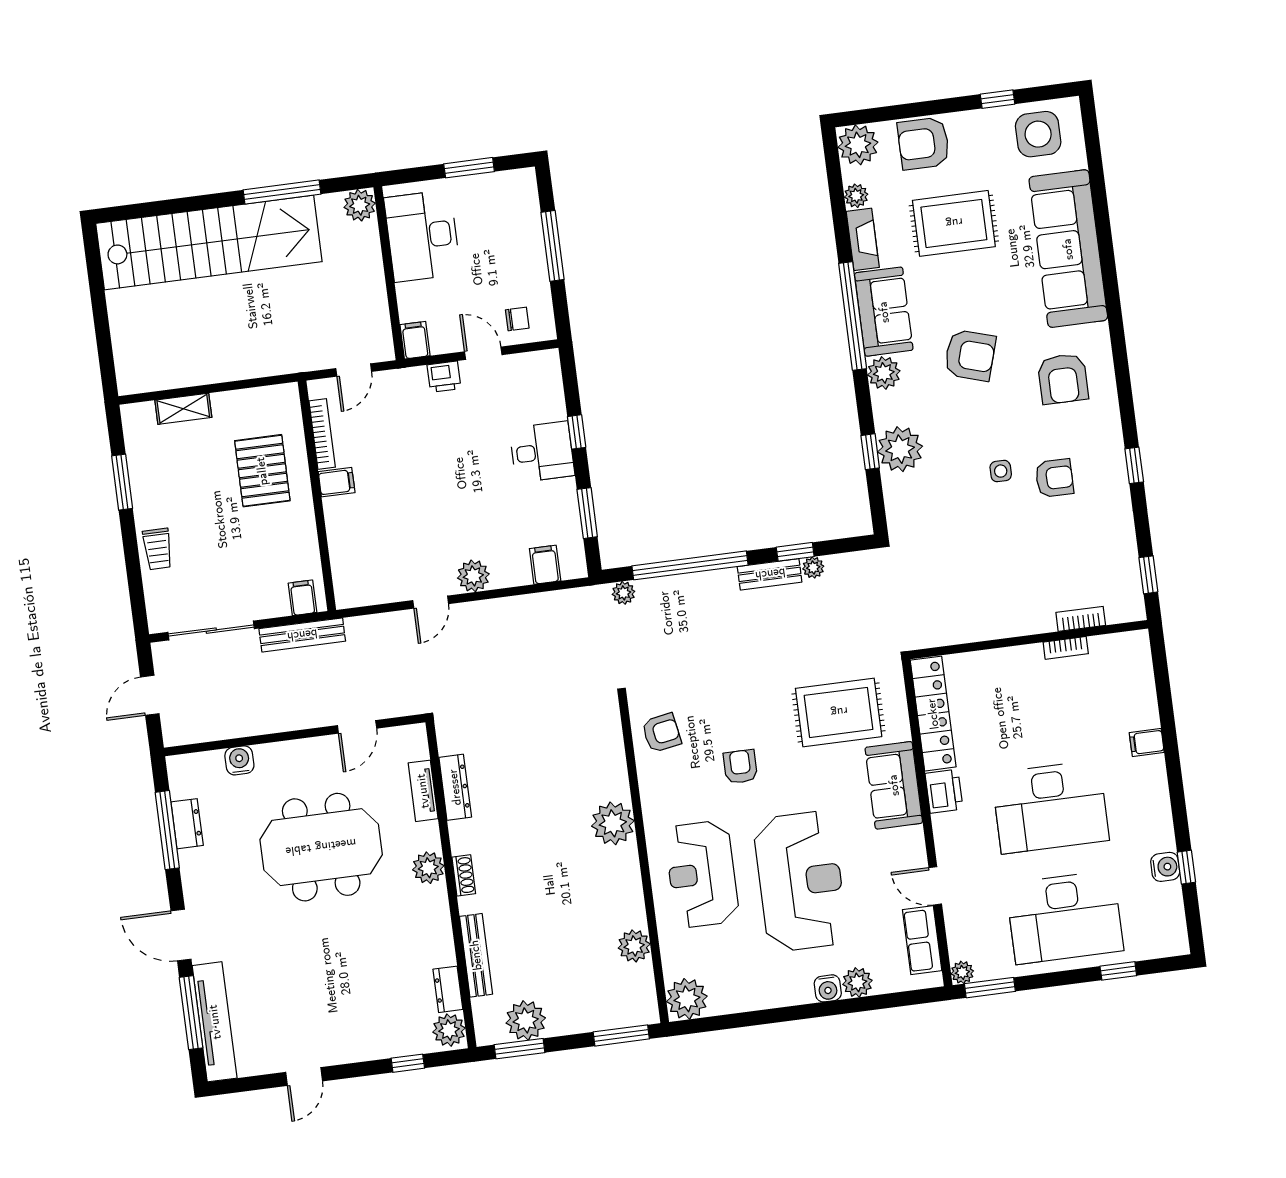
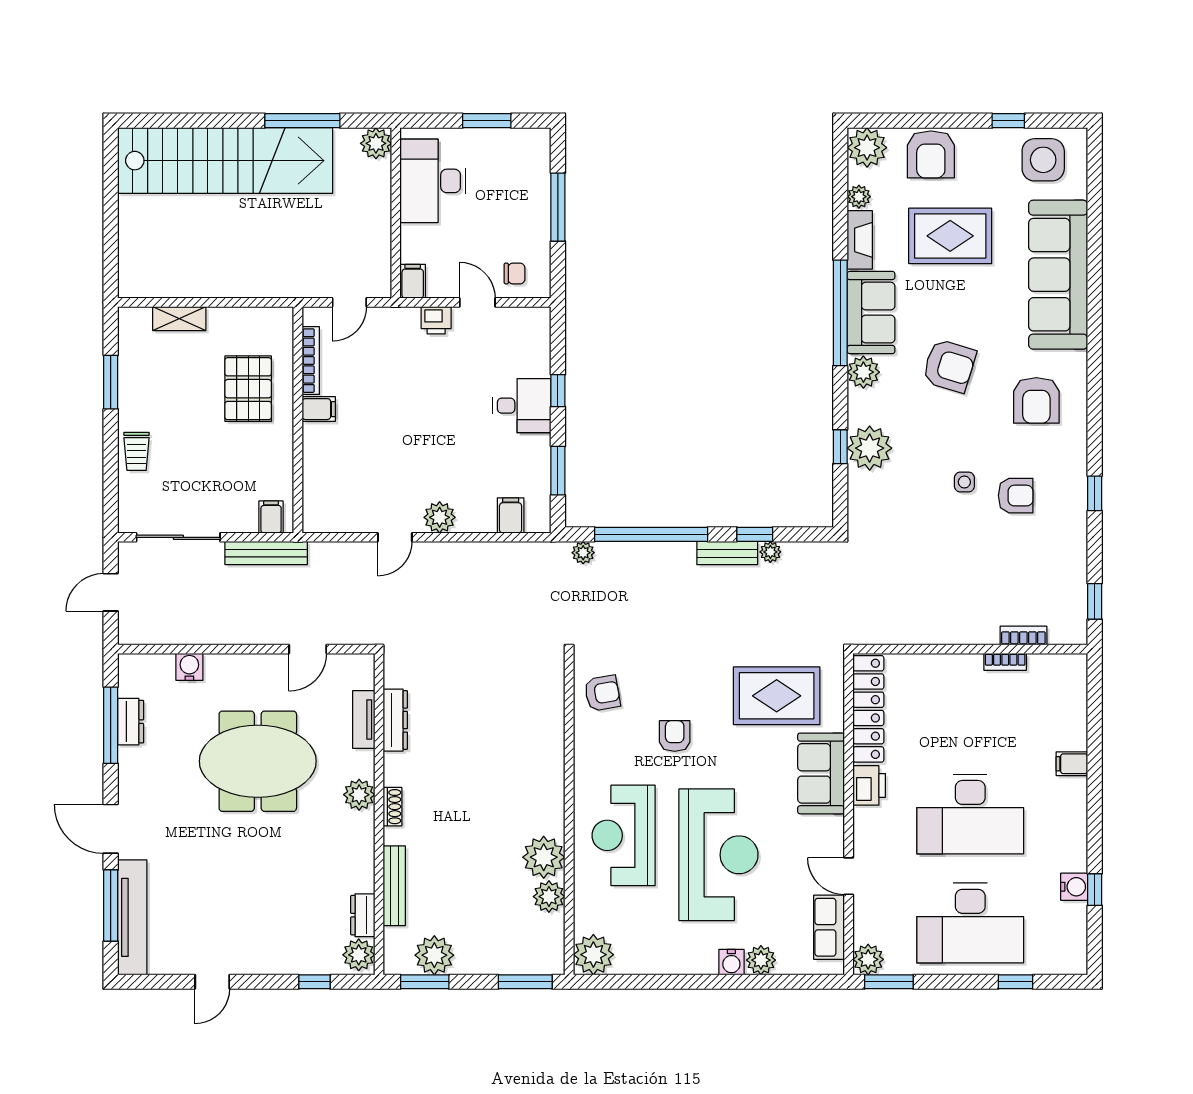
armchair: (924, 143) -> (931, 154), turned -90
plant: (613, 823) -> (544, 857), moved
plant: (962, 972) -> (868, 959), width x1.38, depth x1.38

